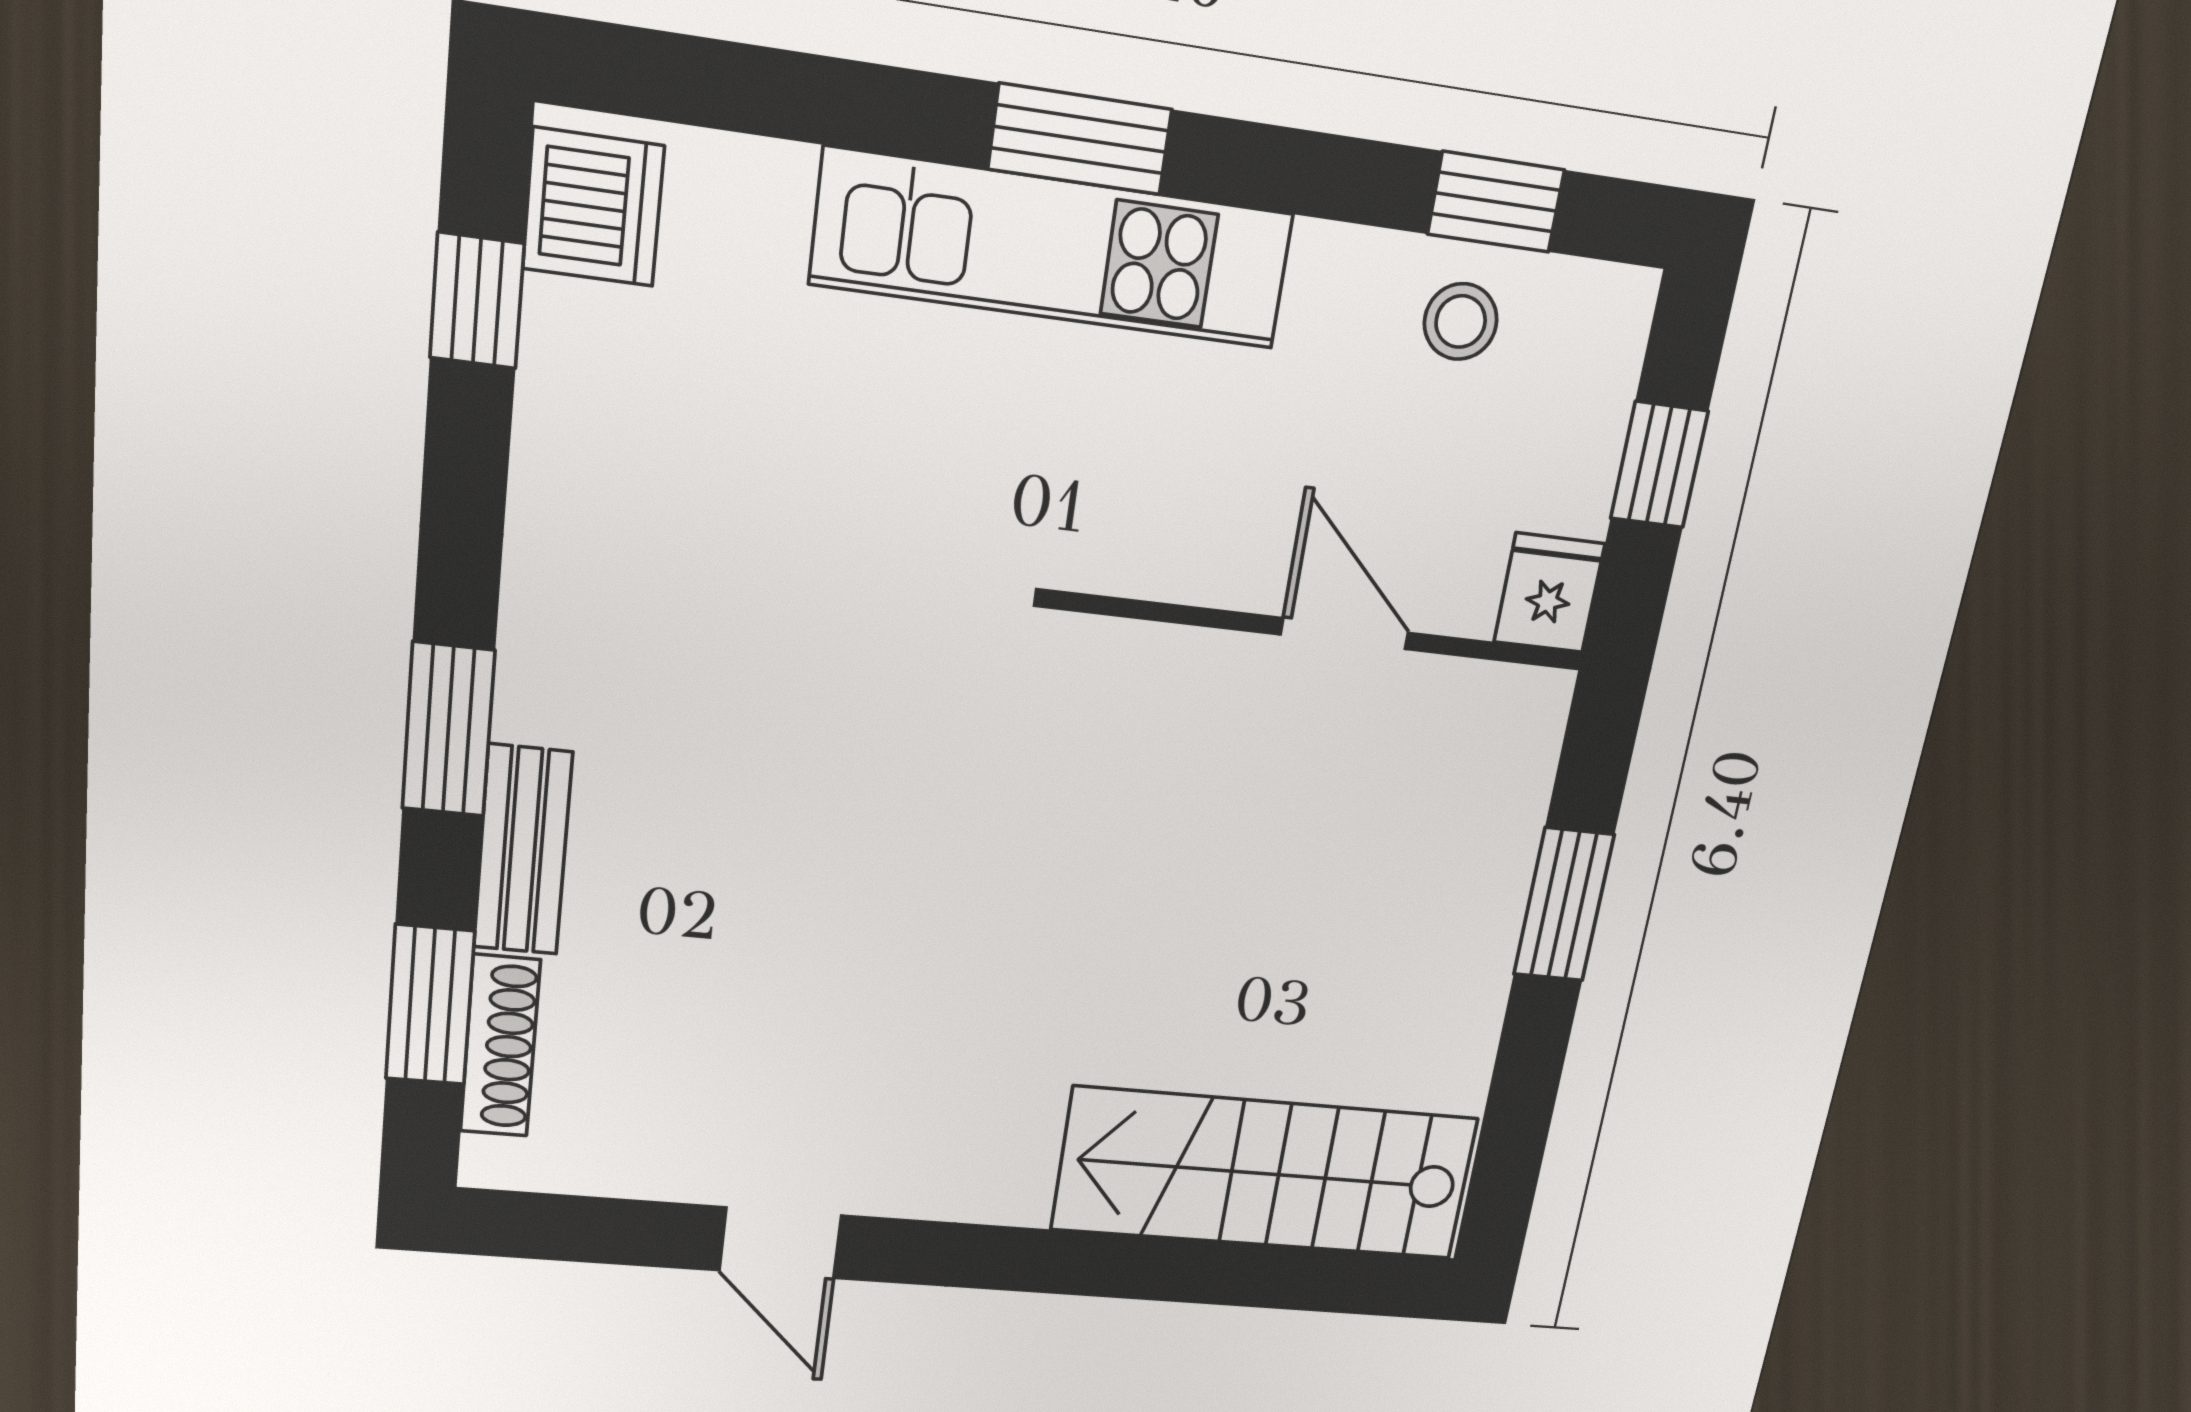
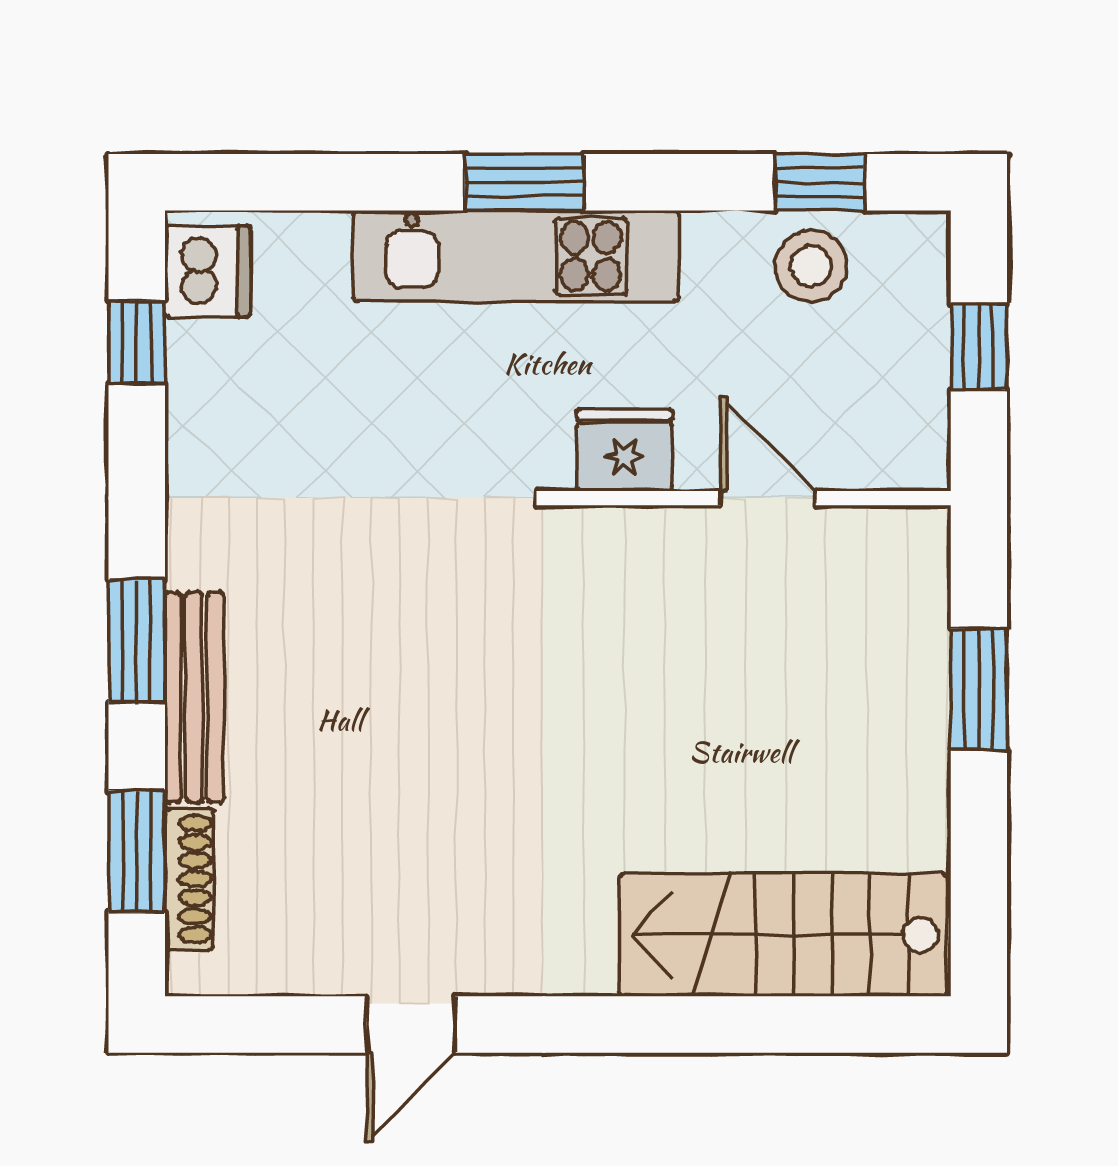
stool: (1461, 321) -> (811, 266), width x1.37, depth x1.37
fridge: (1549, 593) -> (625, 450), moved, width x1.38
bench: (523, 850) -> (194, 697), width x1.36
door: (780, 1243) -> (411, 1025), hinge flipped

